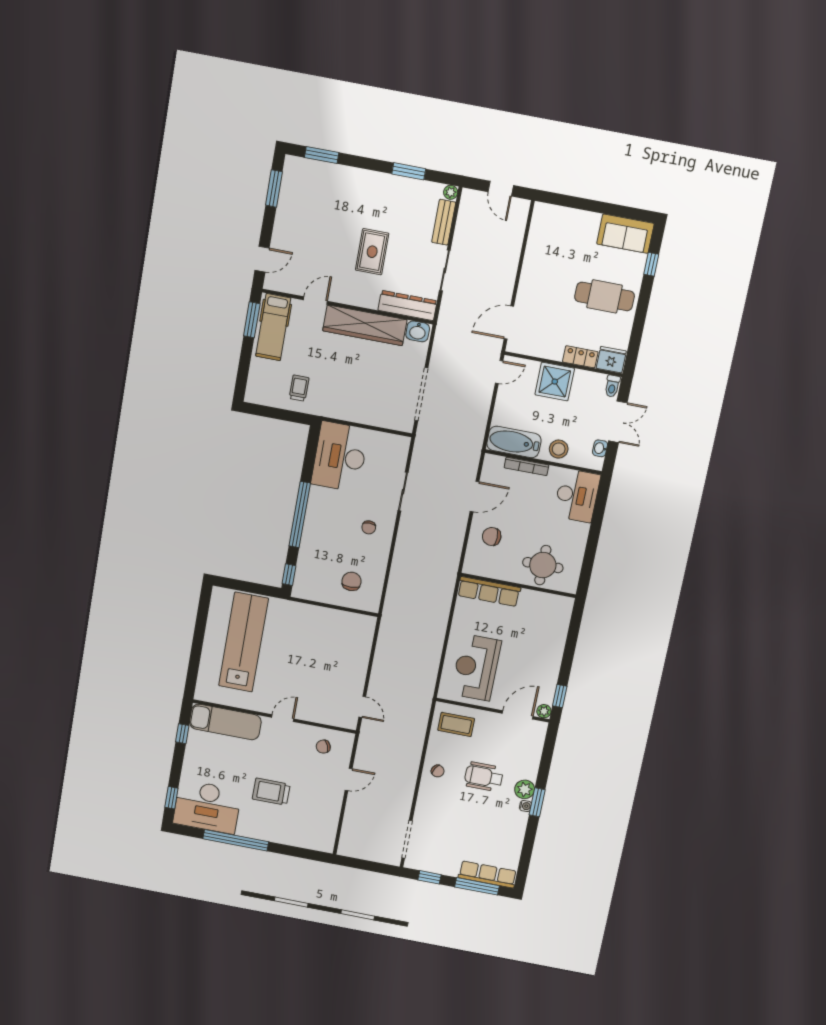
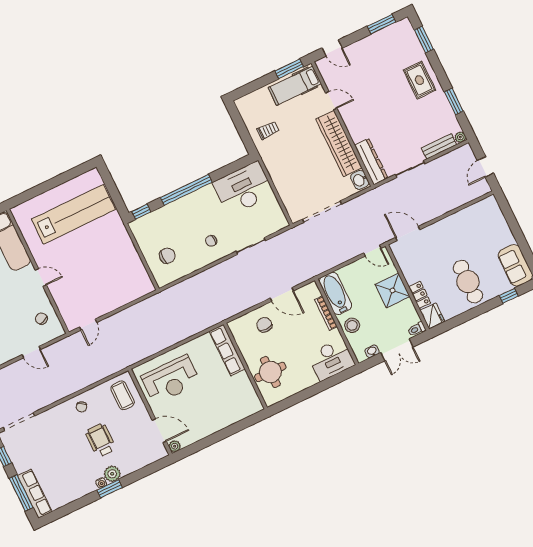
rug: (372, 252) -> (419, 80), moved, turned 90
reception desk: (476, 667) -> (171, 380), turned 180
window: (560, 696) -> (193, 449), removed

